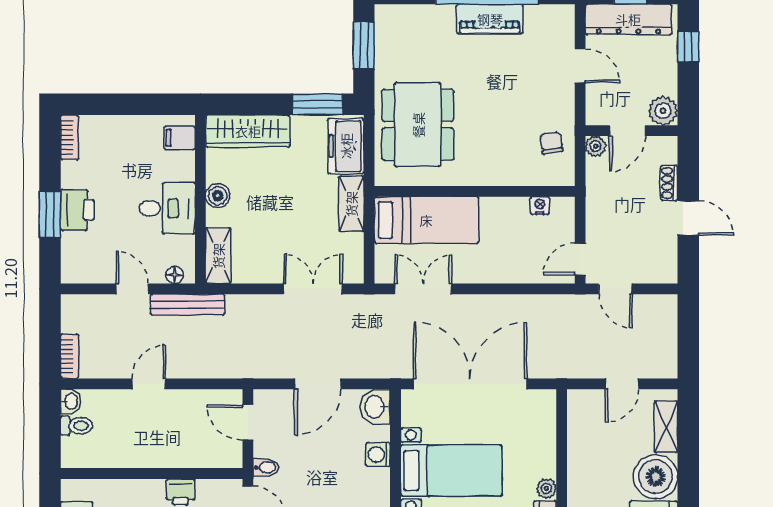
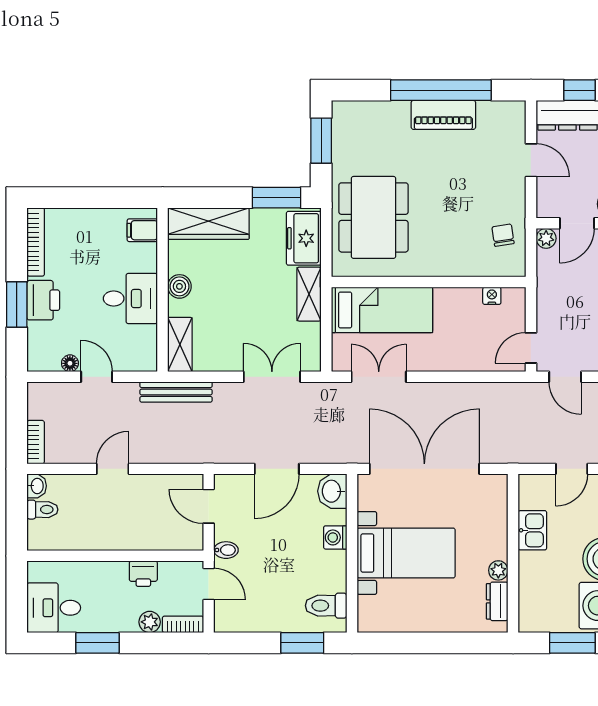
bookcase: (70, 137) -> (36, 242), width x1.56
floor lamp: (175, 275) -> (70, 363), moved
bench: (187, 305) -> (176, 392), moved
kitchen sink: (582, 447) -> (532, 530), added

